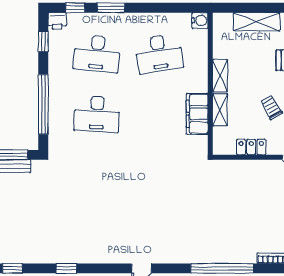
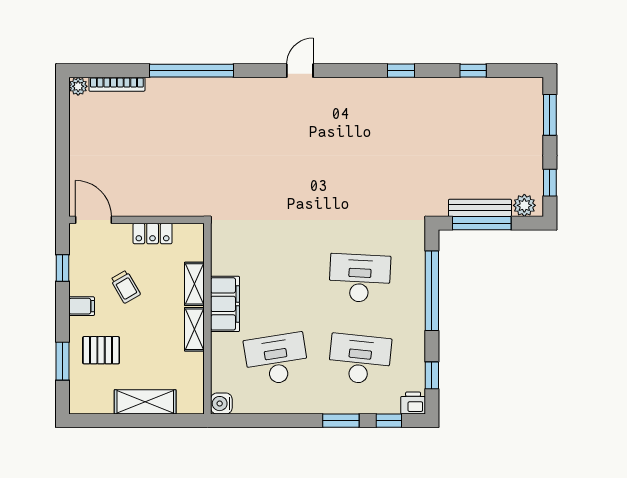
filing cabinet: (197, 114) -> (225, 304), moved

